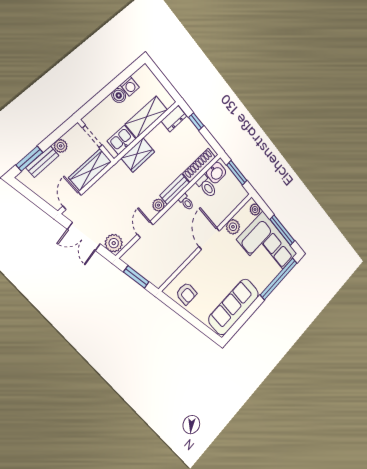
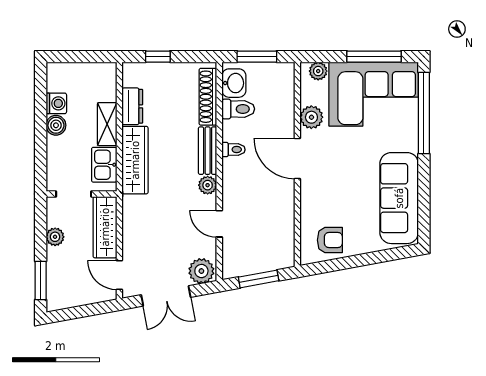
shelving: (146, 117) -> (107, 124), width x0.67, depth x0.75
dresser: (174, 119) -> (132, 106), moved
wardrobe: (138, 155) -> (135, 160), width x1.50
bench: (42, 162) -> (55, 270), removed

